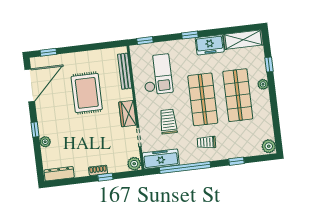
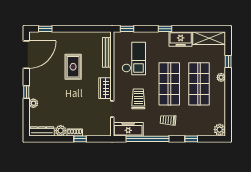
rug: (87, 93) -> (73, 67), width x0.73, depth x0.70
plant: (134, 164) -> (61, 131), moved

